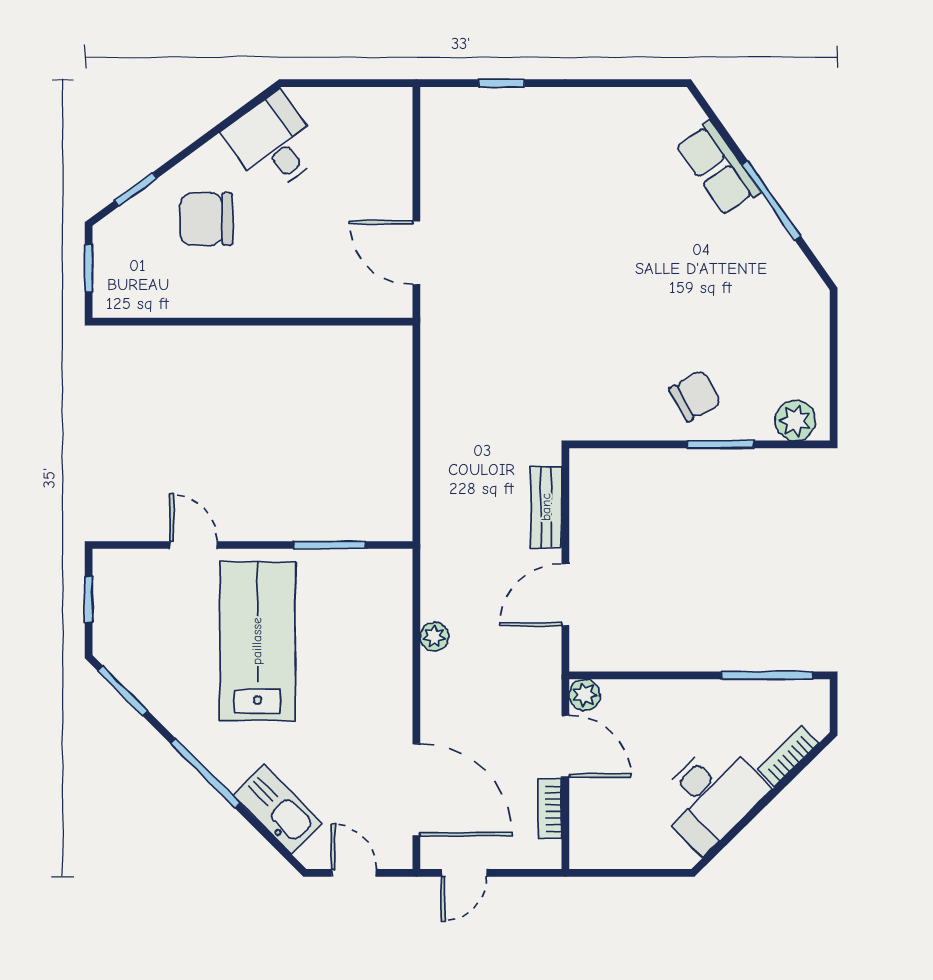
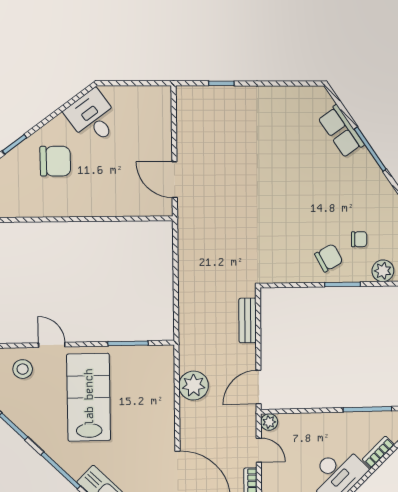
chair: (206, 219) -> (55, 161), turned 180
chair: (751, 363) -> (359, 239), added
stool: (141, 587) -> (23, 369), added
door: (565, 595) -> (258, 387), moved
plant: (434, 637) -> (194, 386), width x1.88, depth x1.88
door: (565, 746) -> (259, 450), width x0.73

